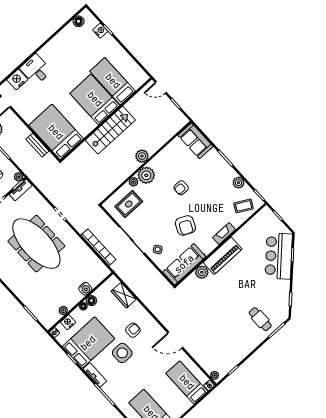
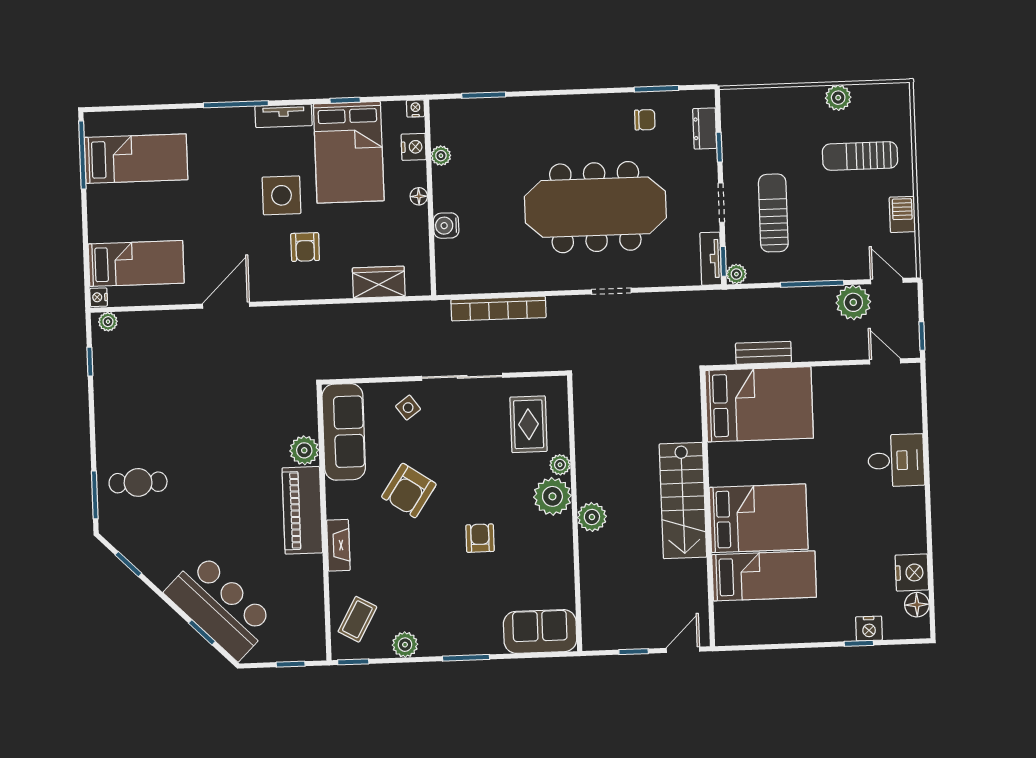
nightstand: (17, 79) -> (912, 573), moved
armchair: (185, 225) -> (409, 491), turned -81
floor lamp: (91, 301) -> (417, 219), removed

